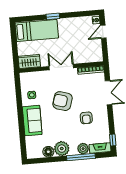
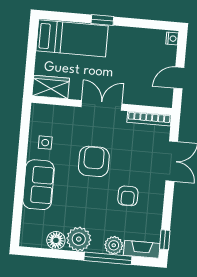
door: (103, 32) -> (179, 78), moved
armchair: (62, 101) -> (94, 161), turned 73

